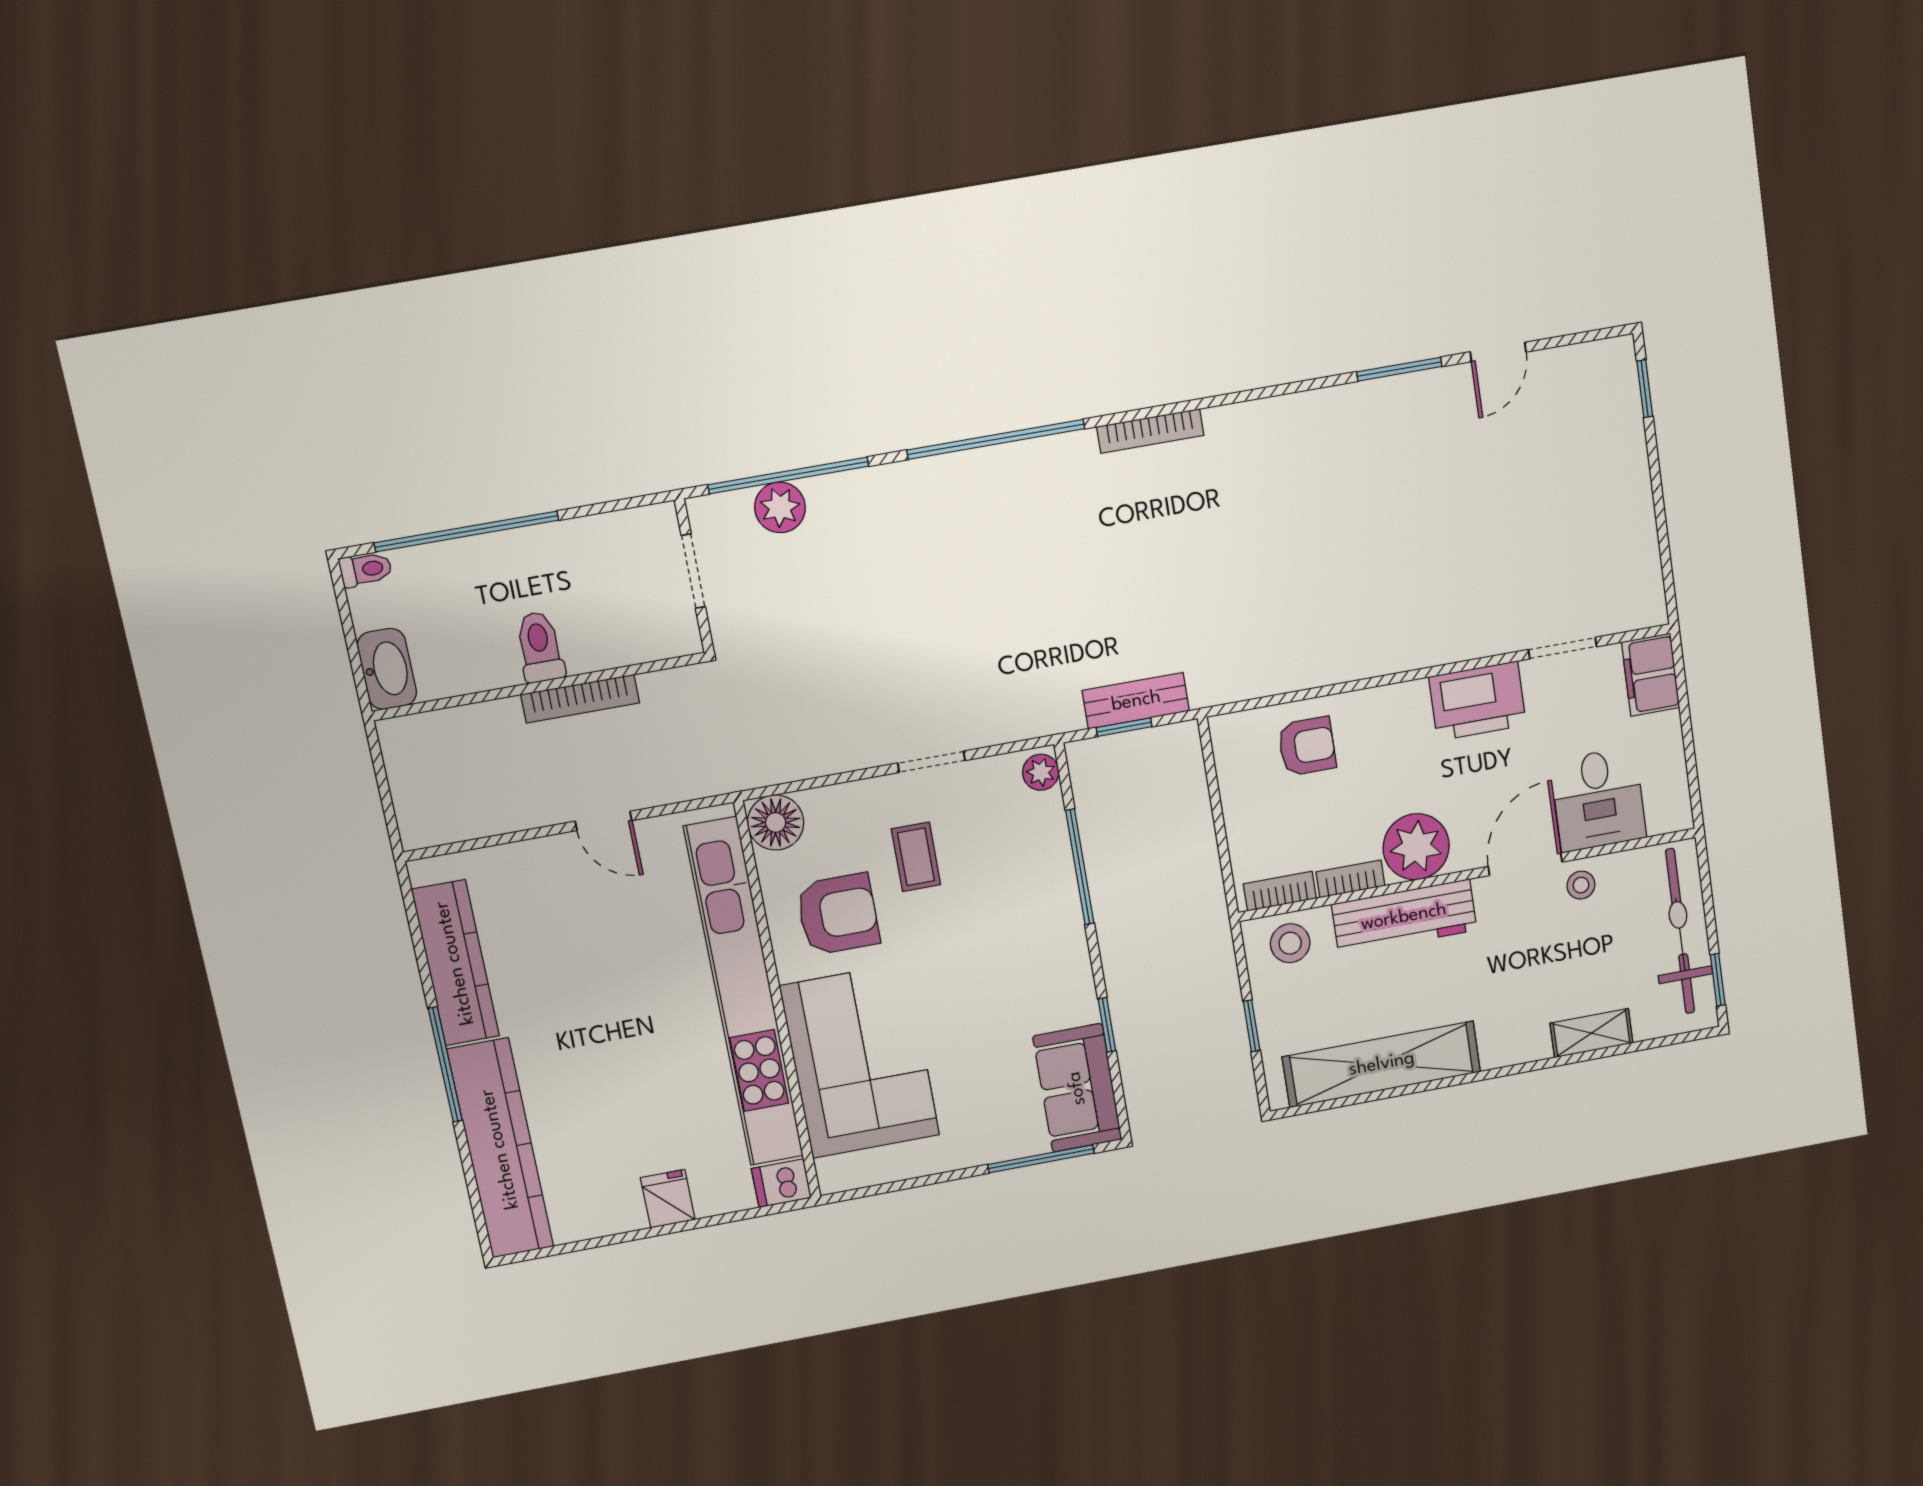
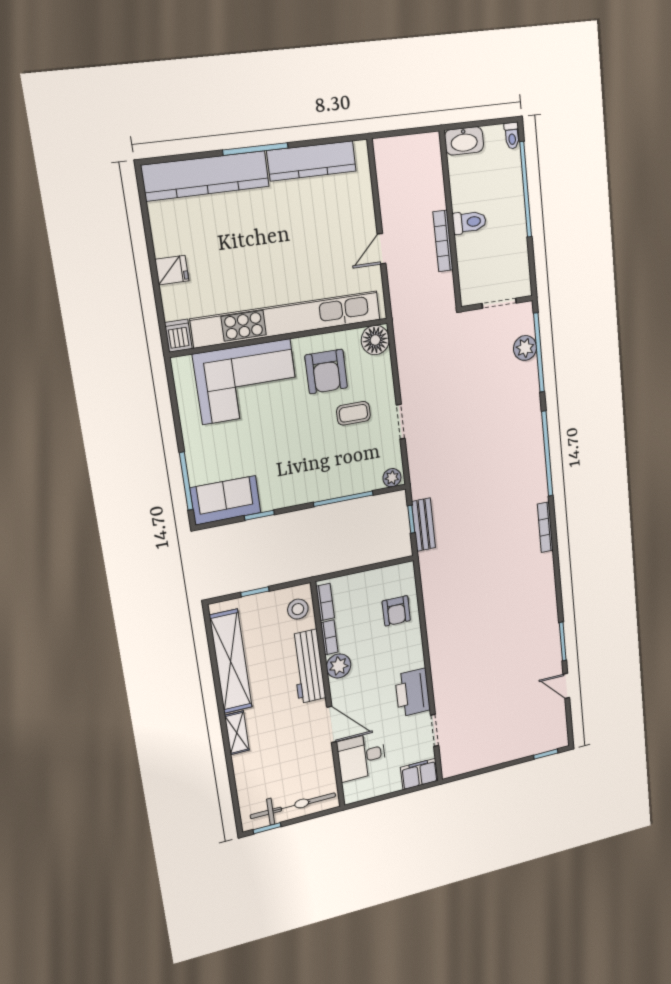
plant: (1416, 847) -> (339, 666), width x0.73, depth x0.73
stool: (1581, 885) -> (320, 753), removed
shelving: (1592, 1033) -> (237, 733), moved

